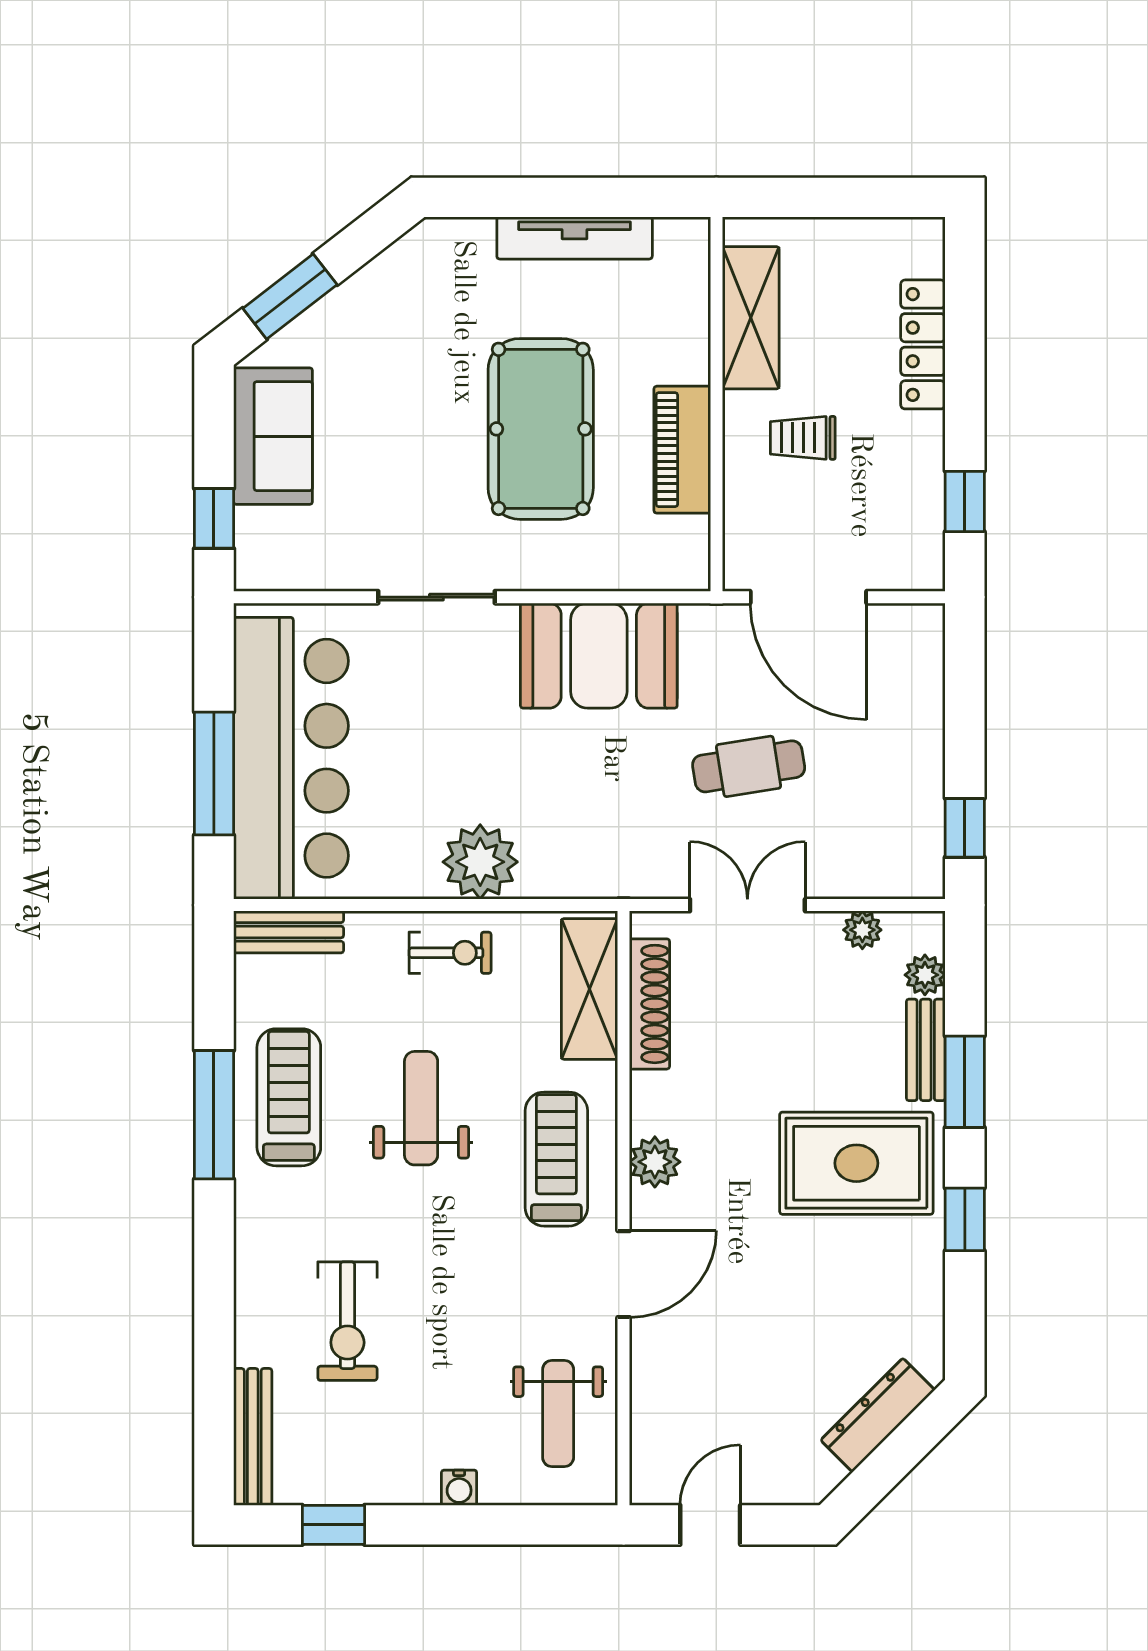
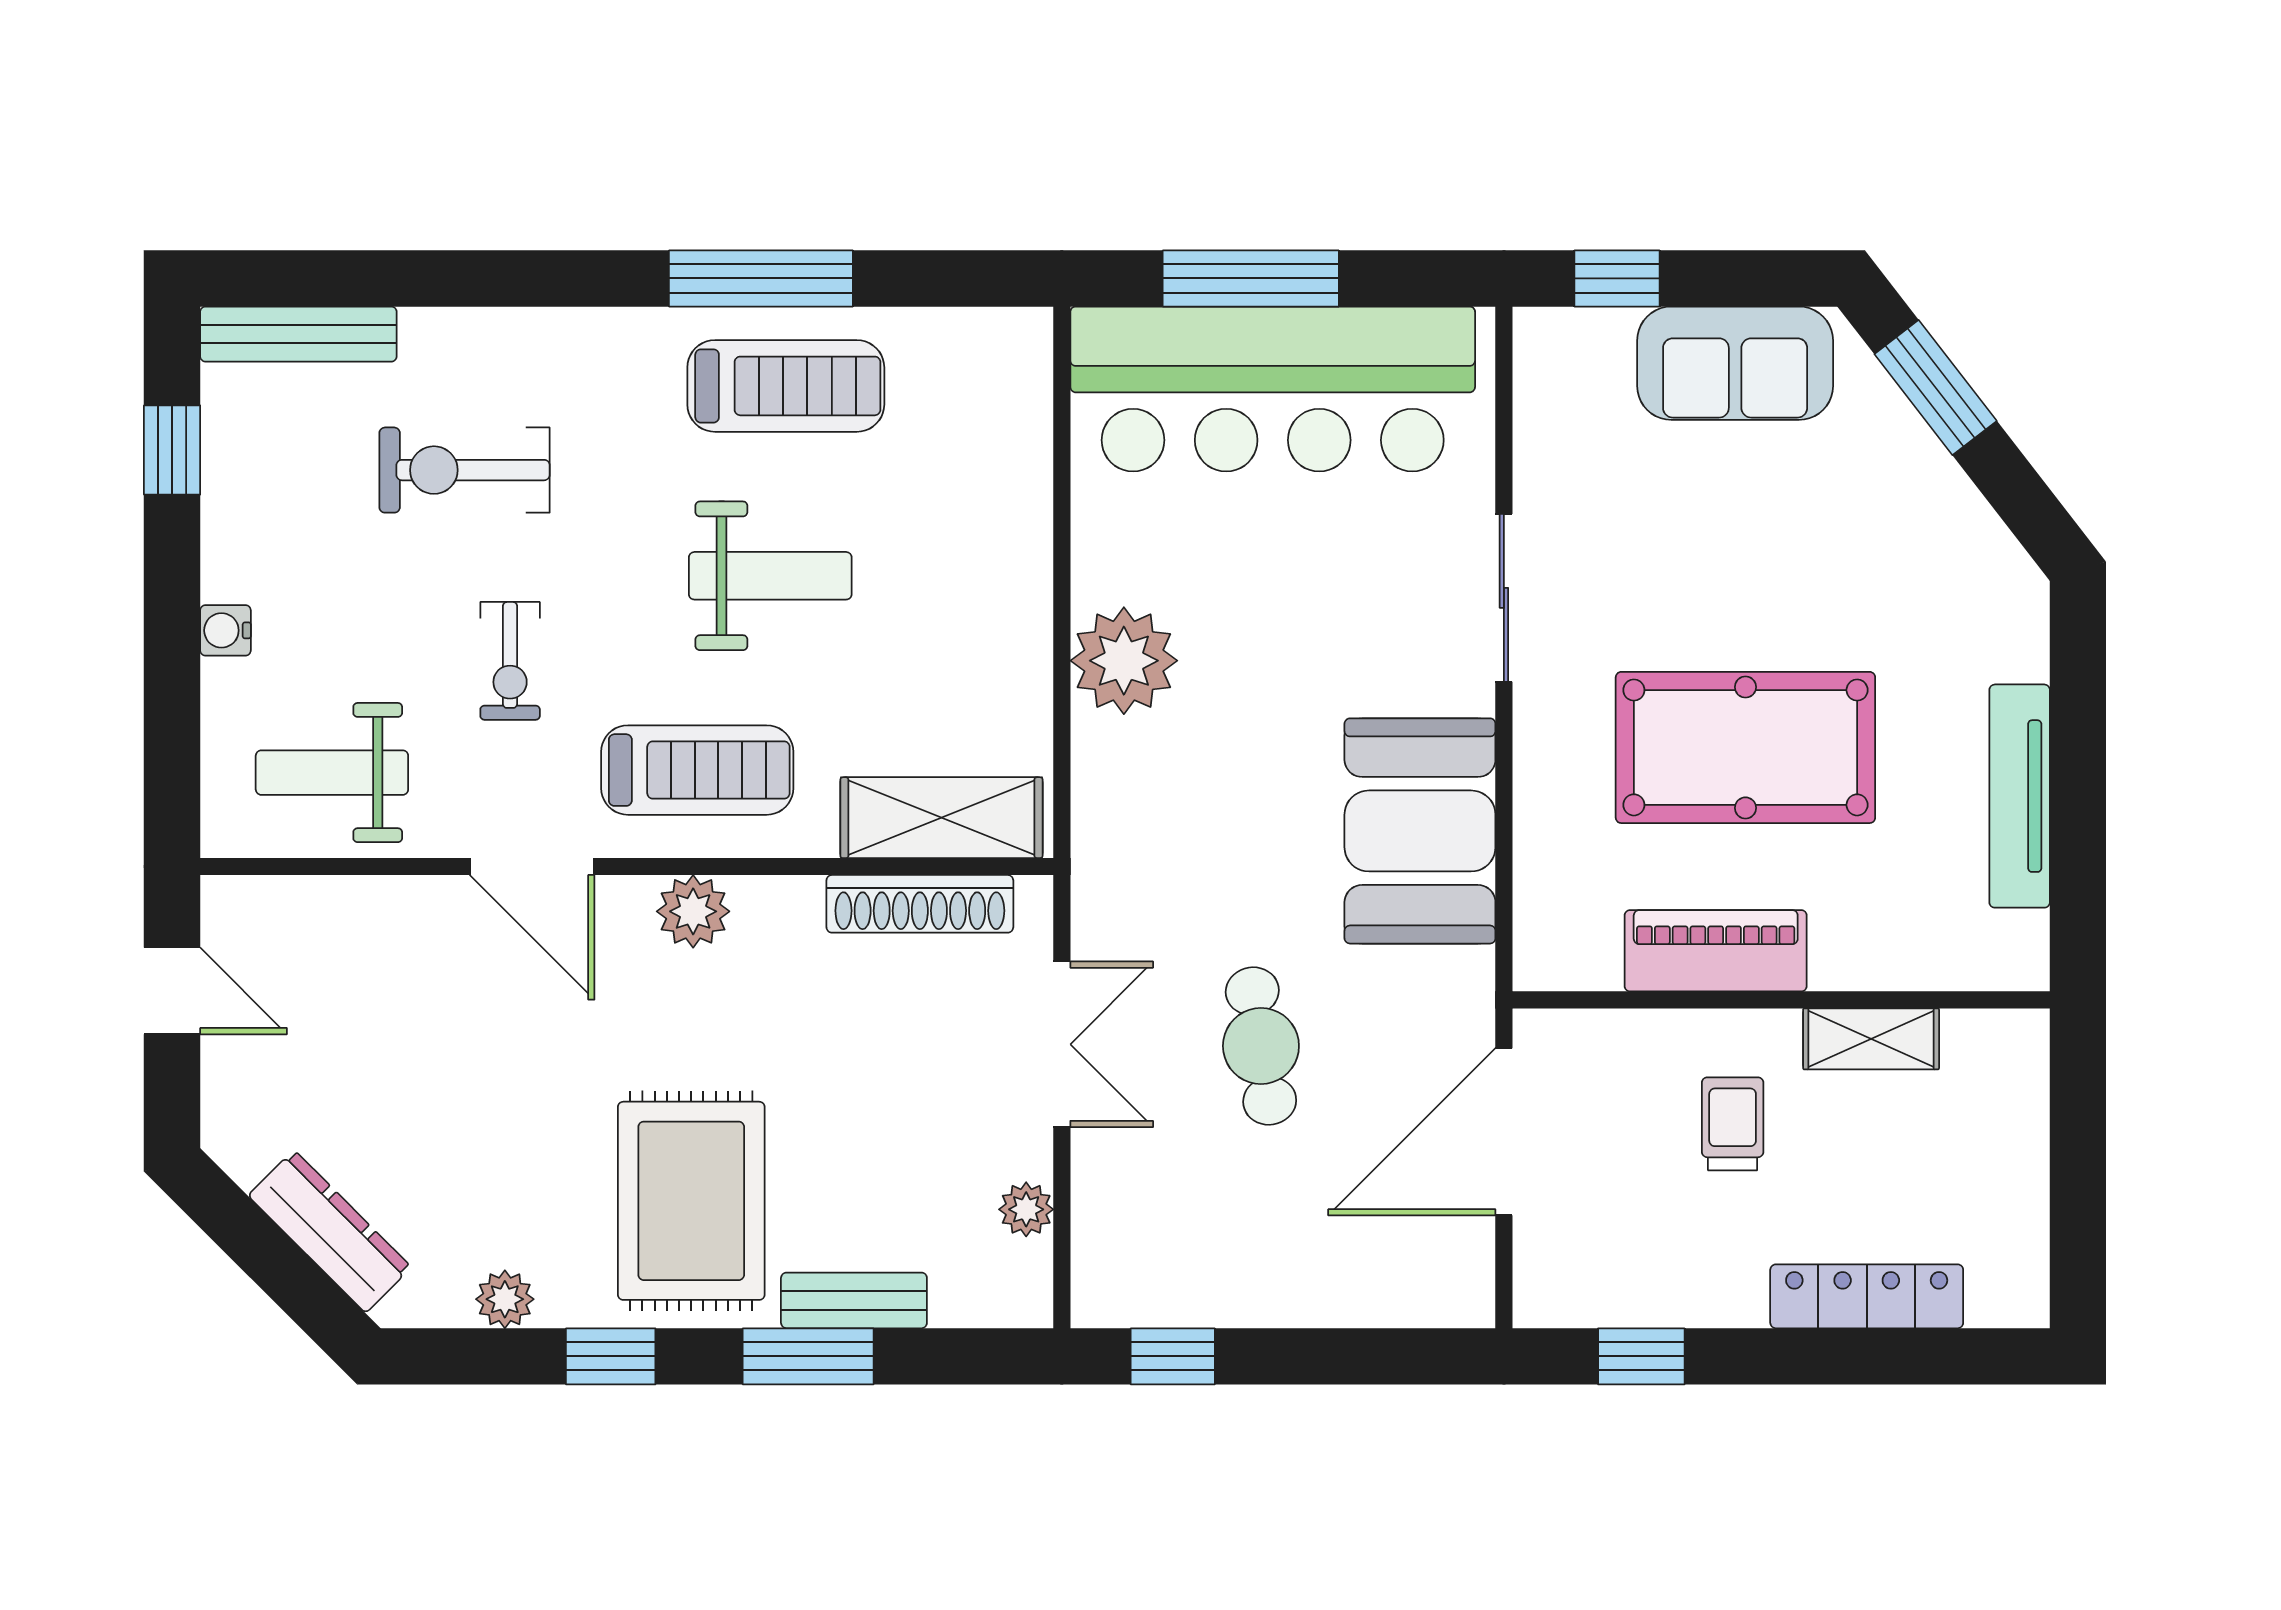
shelving: (751, 318) -> (1871, 1039), width x0.67, depth x0.75
bench: (289, 932) -> (1023, 386), removed
exercise bike: (450, 953) -> (510, 661), moved
plant: (925, 975) -> (505, 1299), moved

